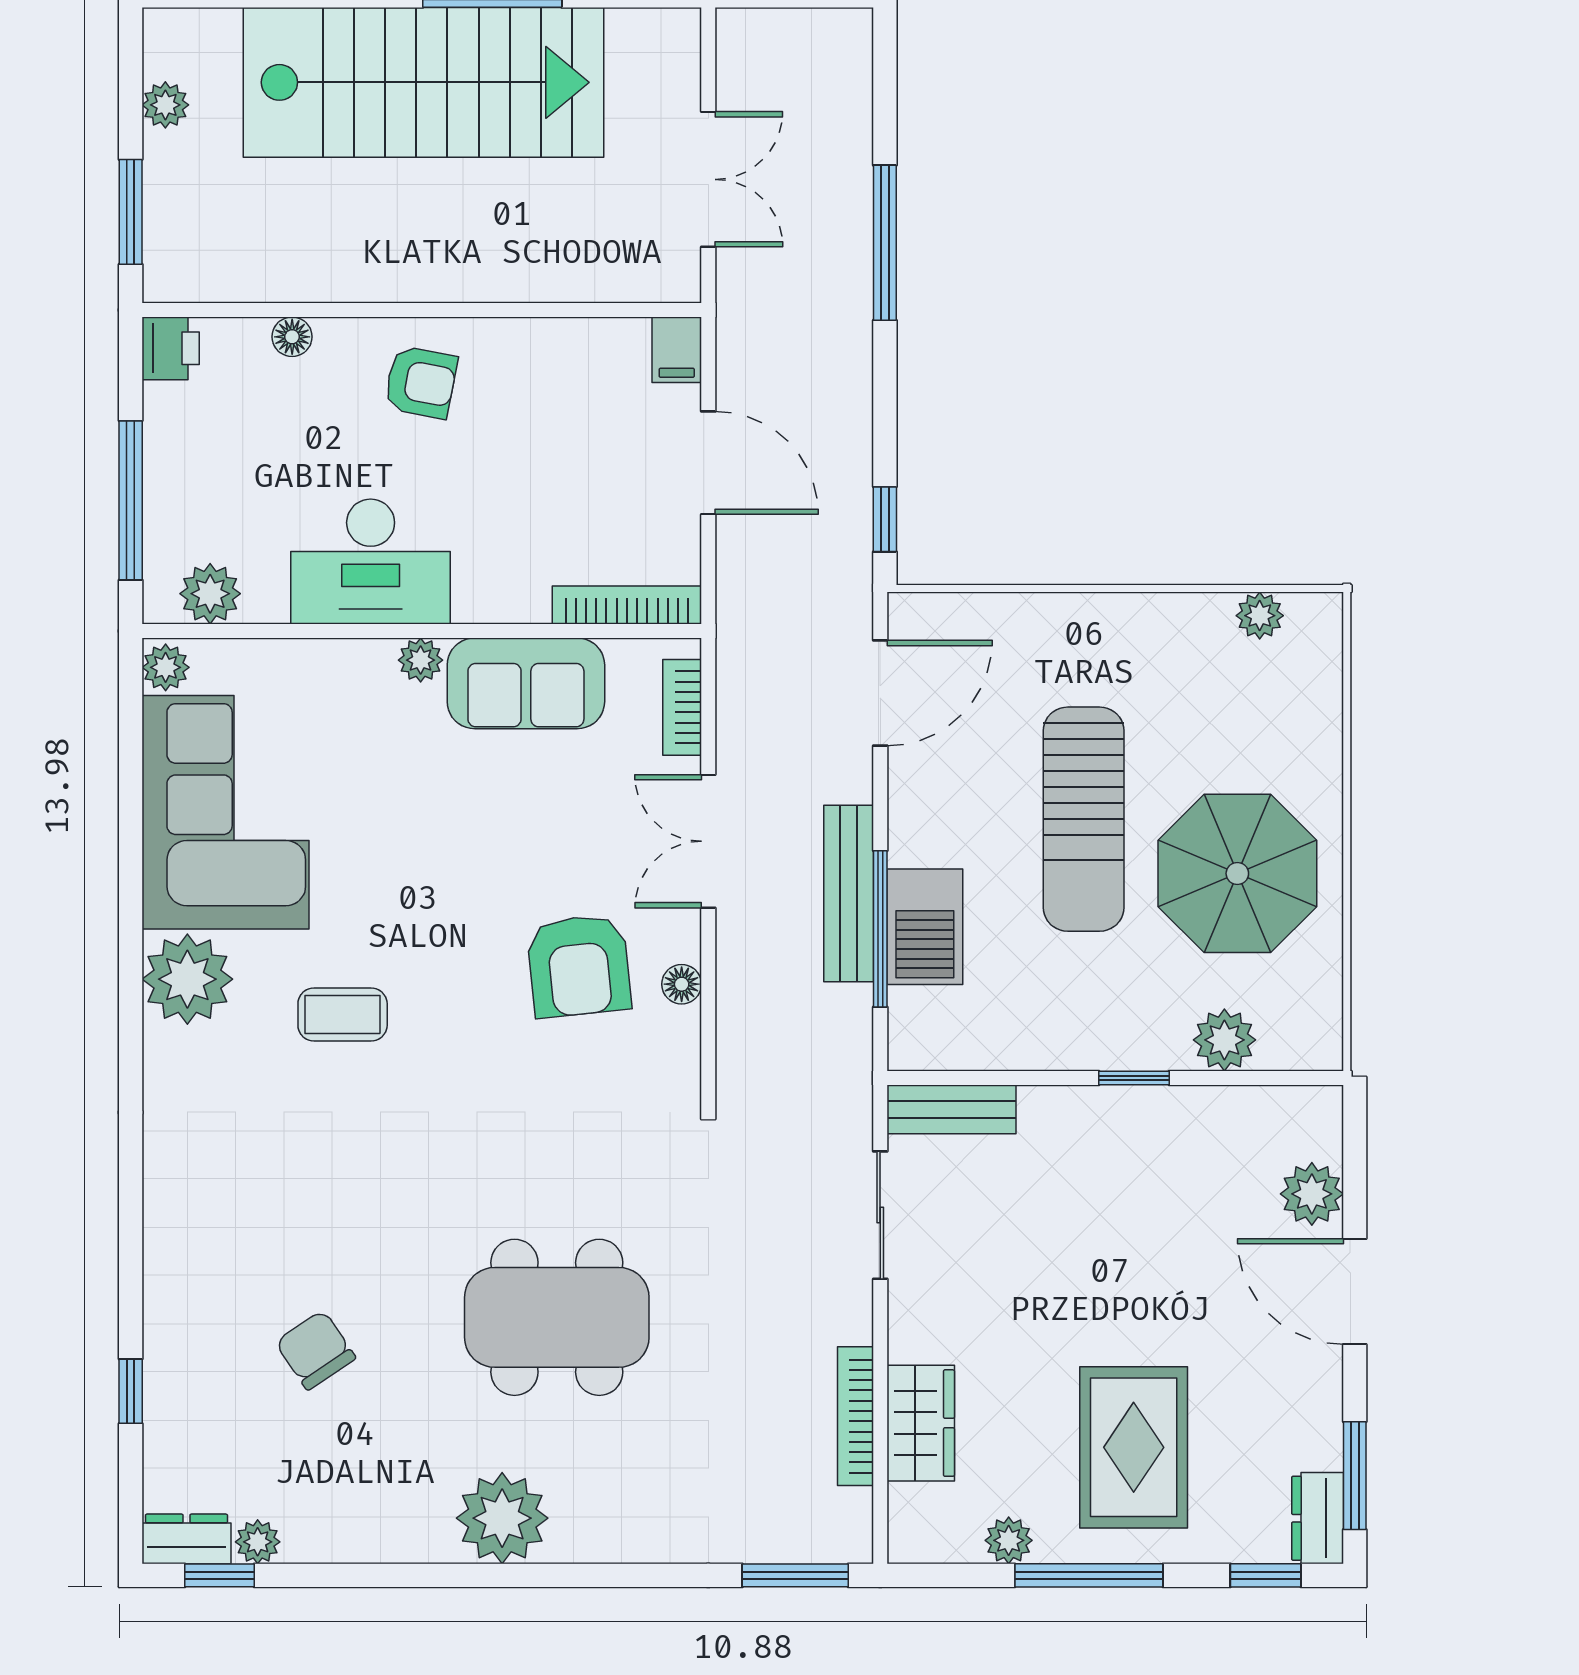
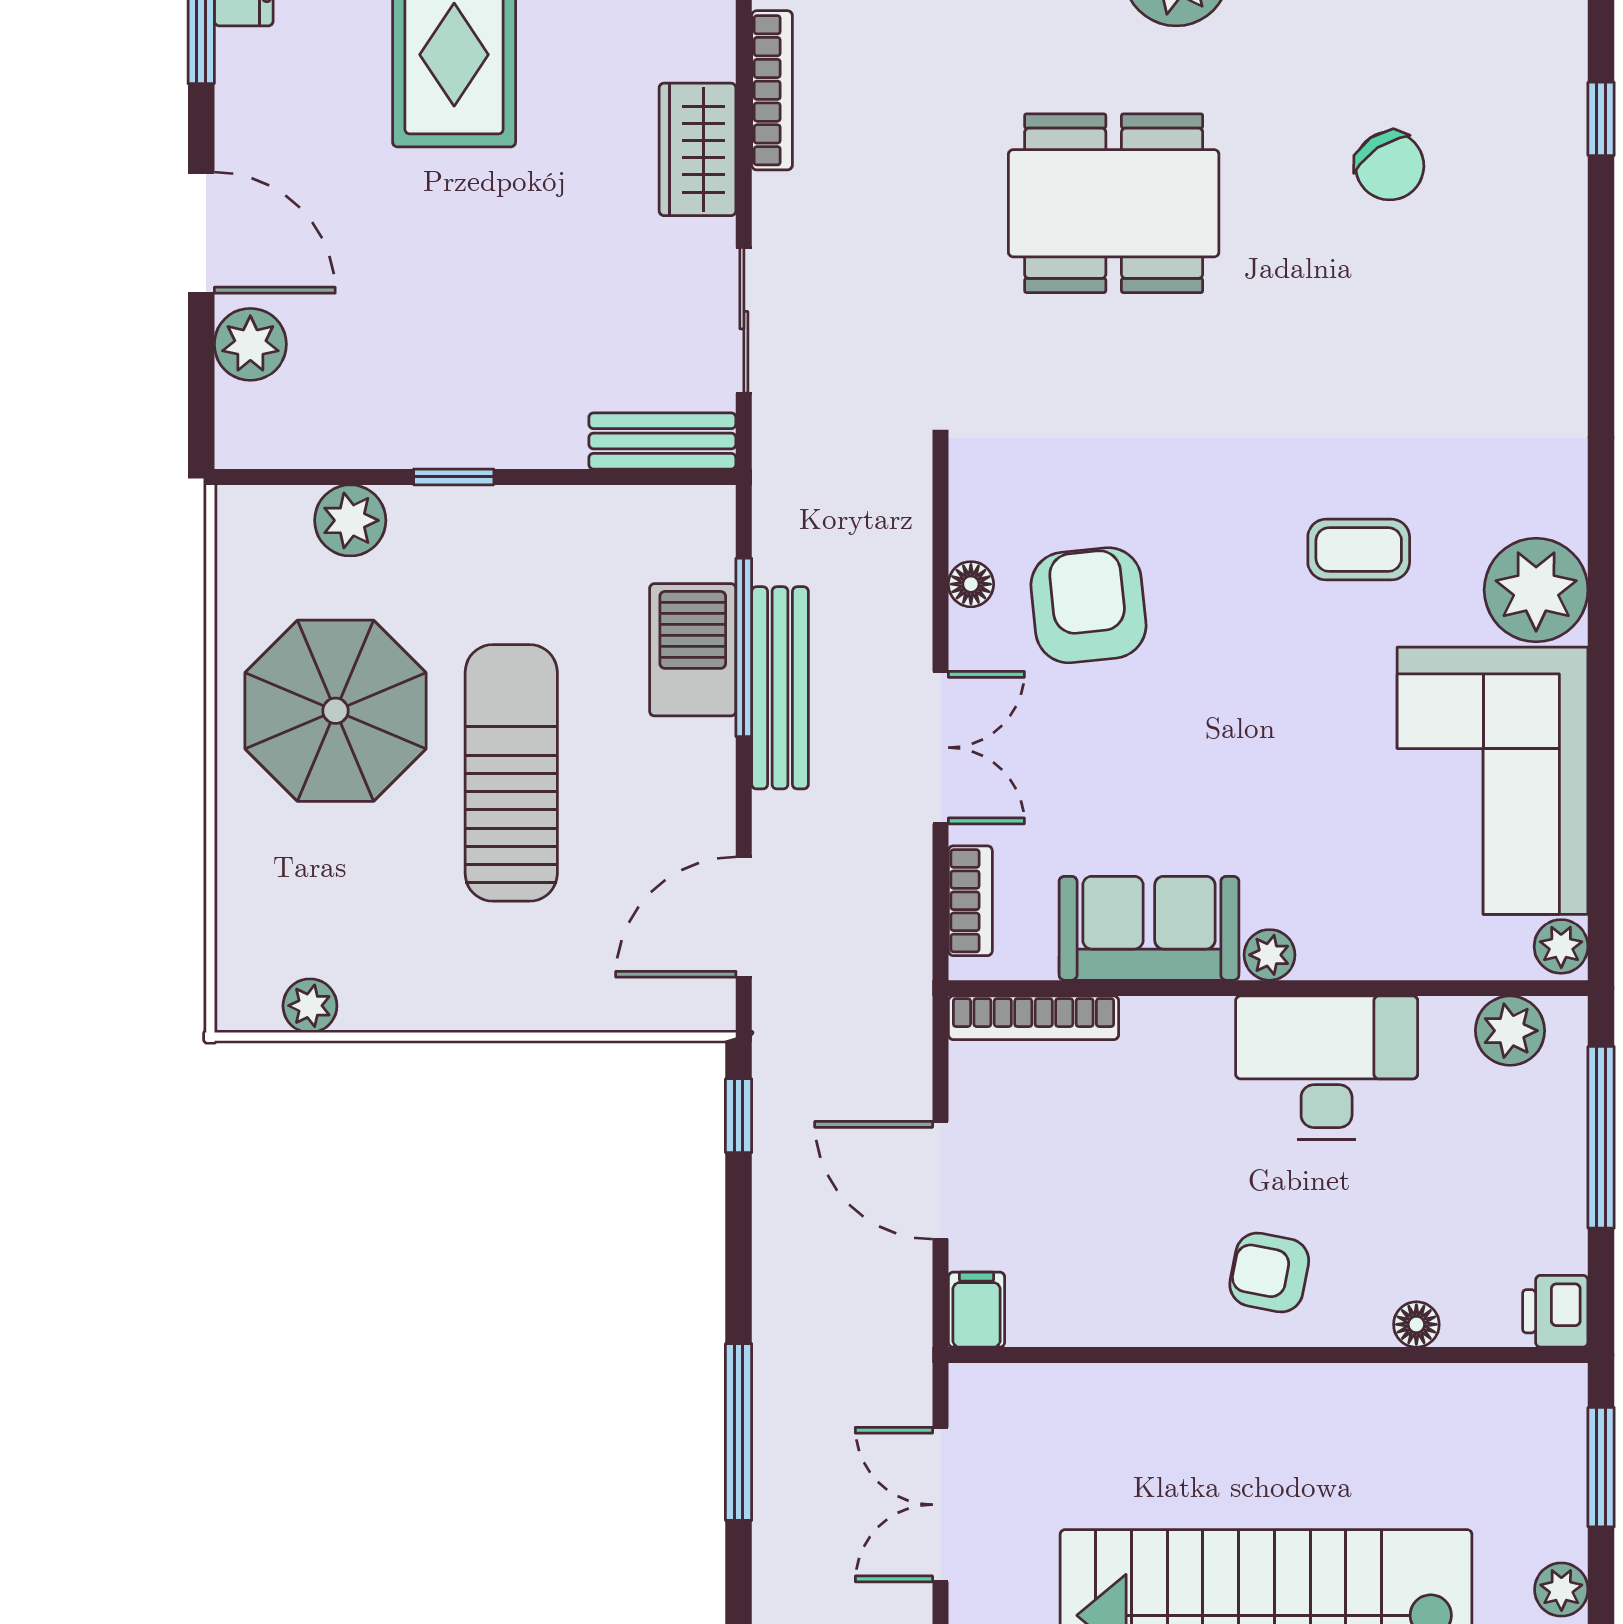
wardrobe: (921, 1423) -> (698, 149), moved

